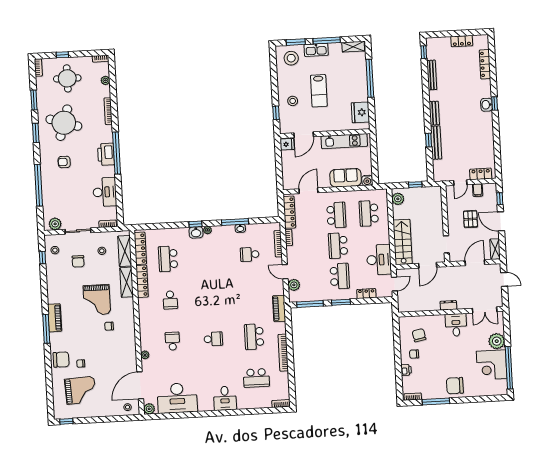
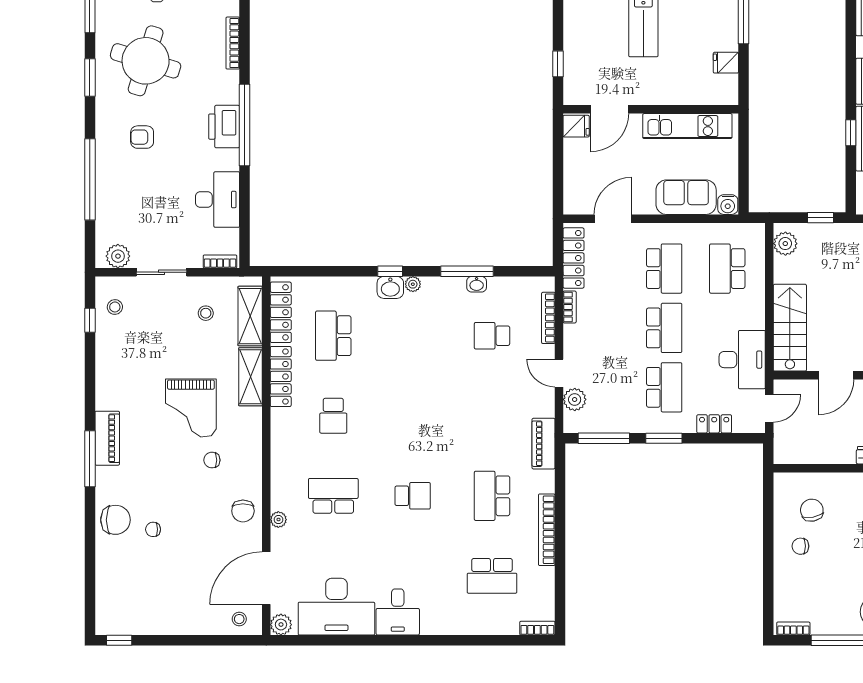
stool: (293, 101) -> (592, 43), removed
fridge: (360, 112) -> (726, 63), width x0.53, depth x0.75
school desk: (338, 246) -> (664, 328), turned 180
chair: (78, 261) -> (243, 511), moved
school desk: (172, 341) -> (333, 496), width x1.85
printer: (406, 370) -> (783, 576), removed
grand piano: (80, 390) -> (150, 581), removed
desk: (225, 398) -> (398, 612), moved

